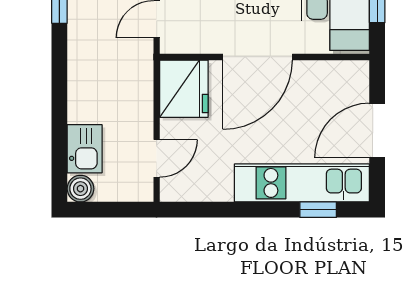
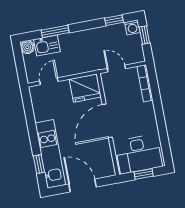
door: (258, 57) -> (107, 121), hinge flipped
window: (59, 127) -> (55, 31), added
door: (157, 158) -> (49, 81), swing flipped

